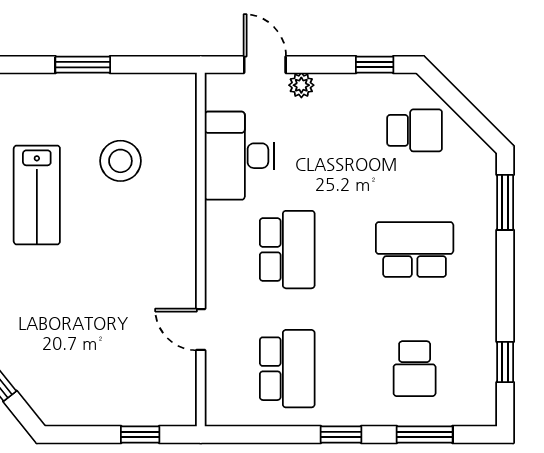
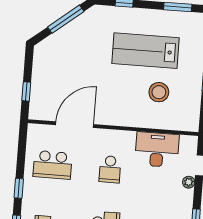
lab bench: (37, 195) -> (146, 51), width x1.36, depth x1.39
school desk: (287, 250) -> (110, 169), width x0.54
door: (201, 329) -> (75, 125), width x1.87

